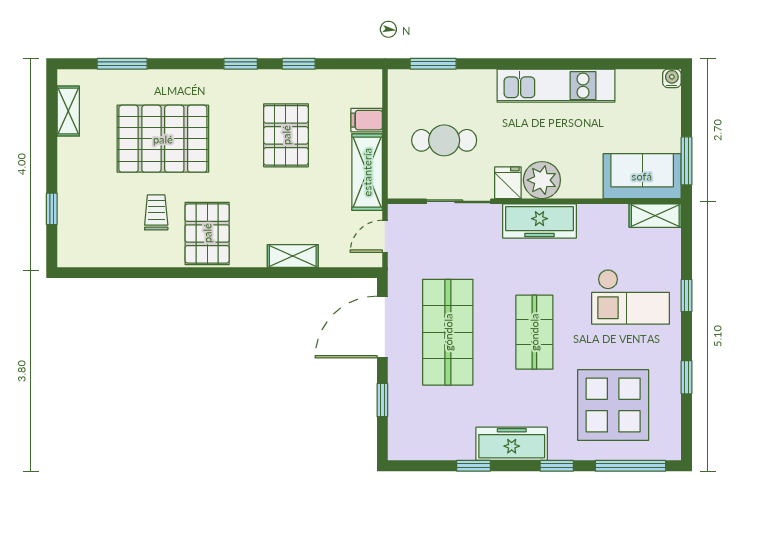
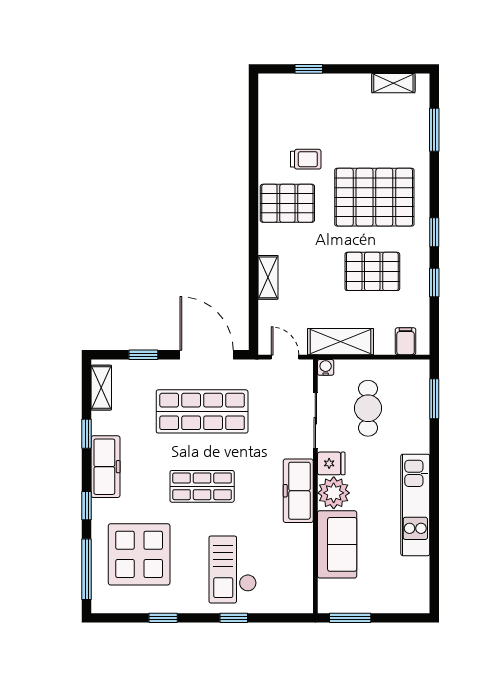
water cooler: (672, 78) -> (326, 367), moved, turned -90
filing cabinet: (367, 120) -> (406, 341), moved
pallet: (163, 139) -> (374, 197), moved, turned 90
sofa: (642, 176) -> (337, 544), moved
shelving: (655, 216) -> (101, 388), moved

